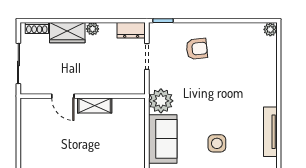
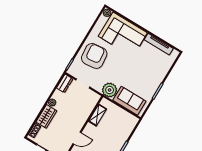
armchair: (197, 49) -> (94, 56), width x1.88, depth x1.88
corner sofa: (253, 72) -> (123, 35), added
shelving: (95, 105) -> (98, 115), moved
side table: (217, 143) -> (148, 75), removed

